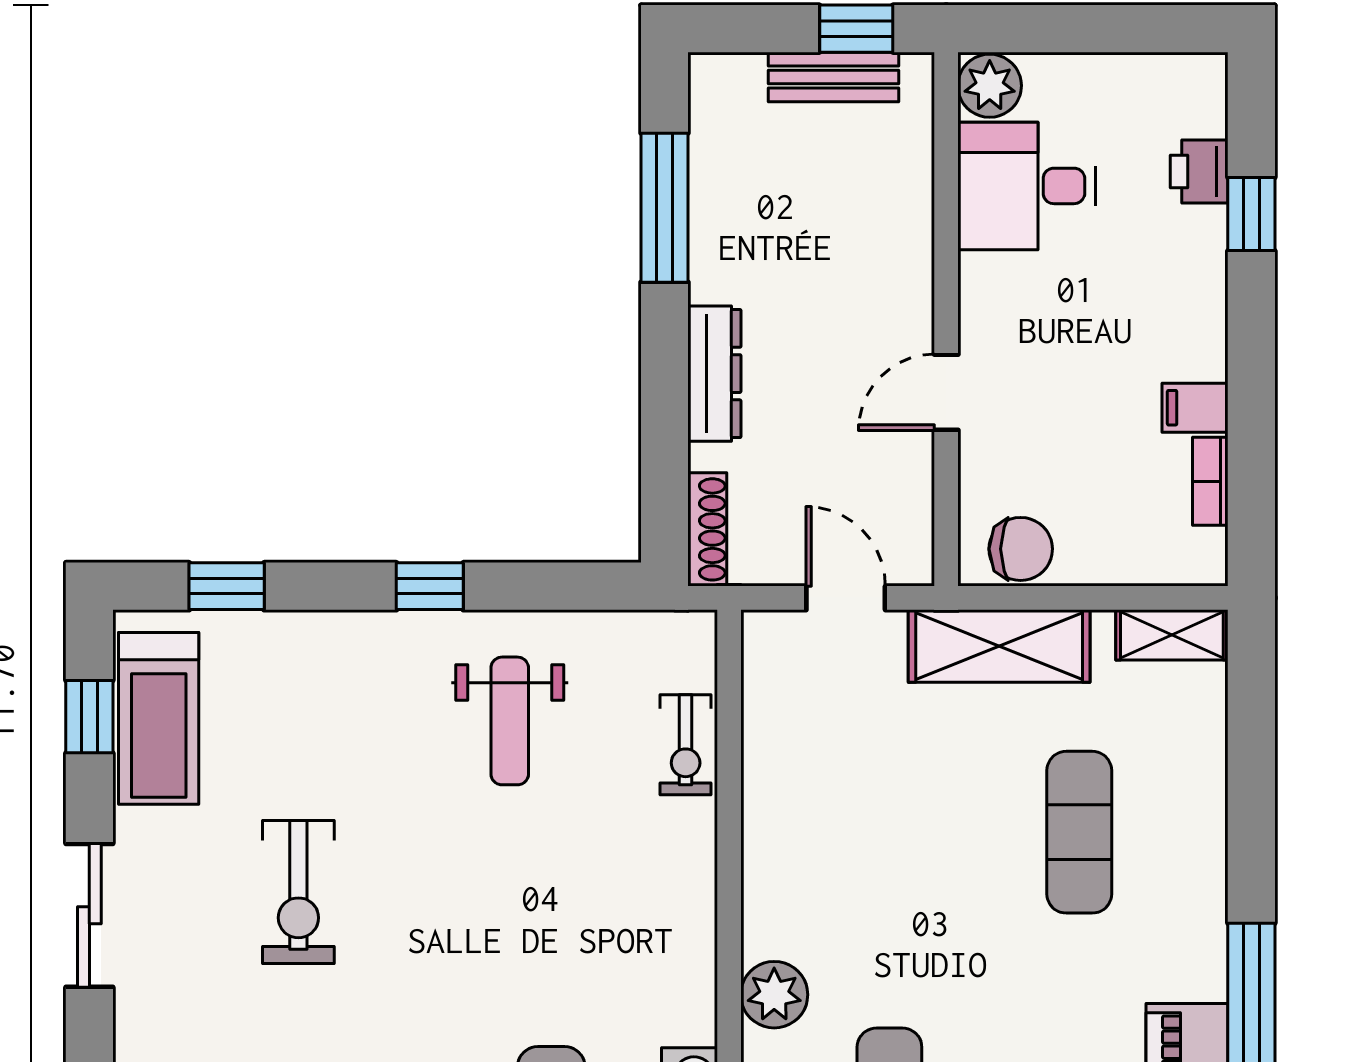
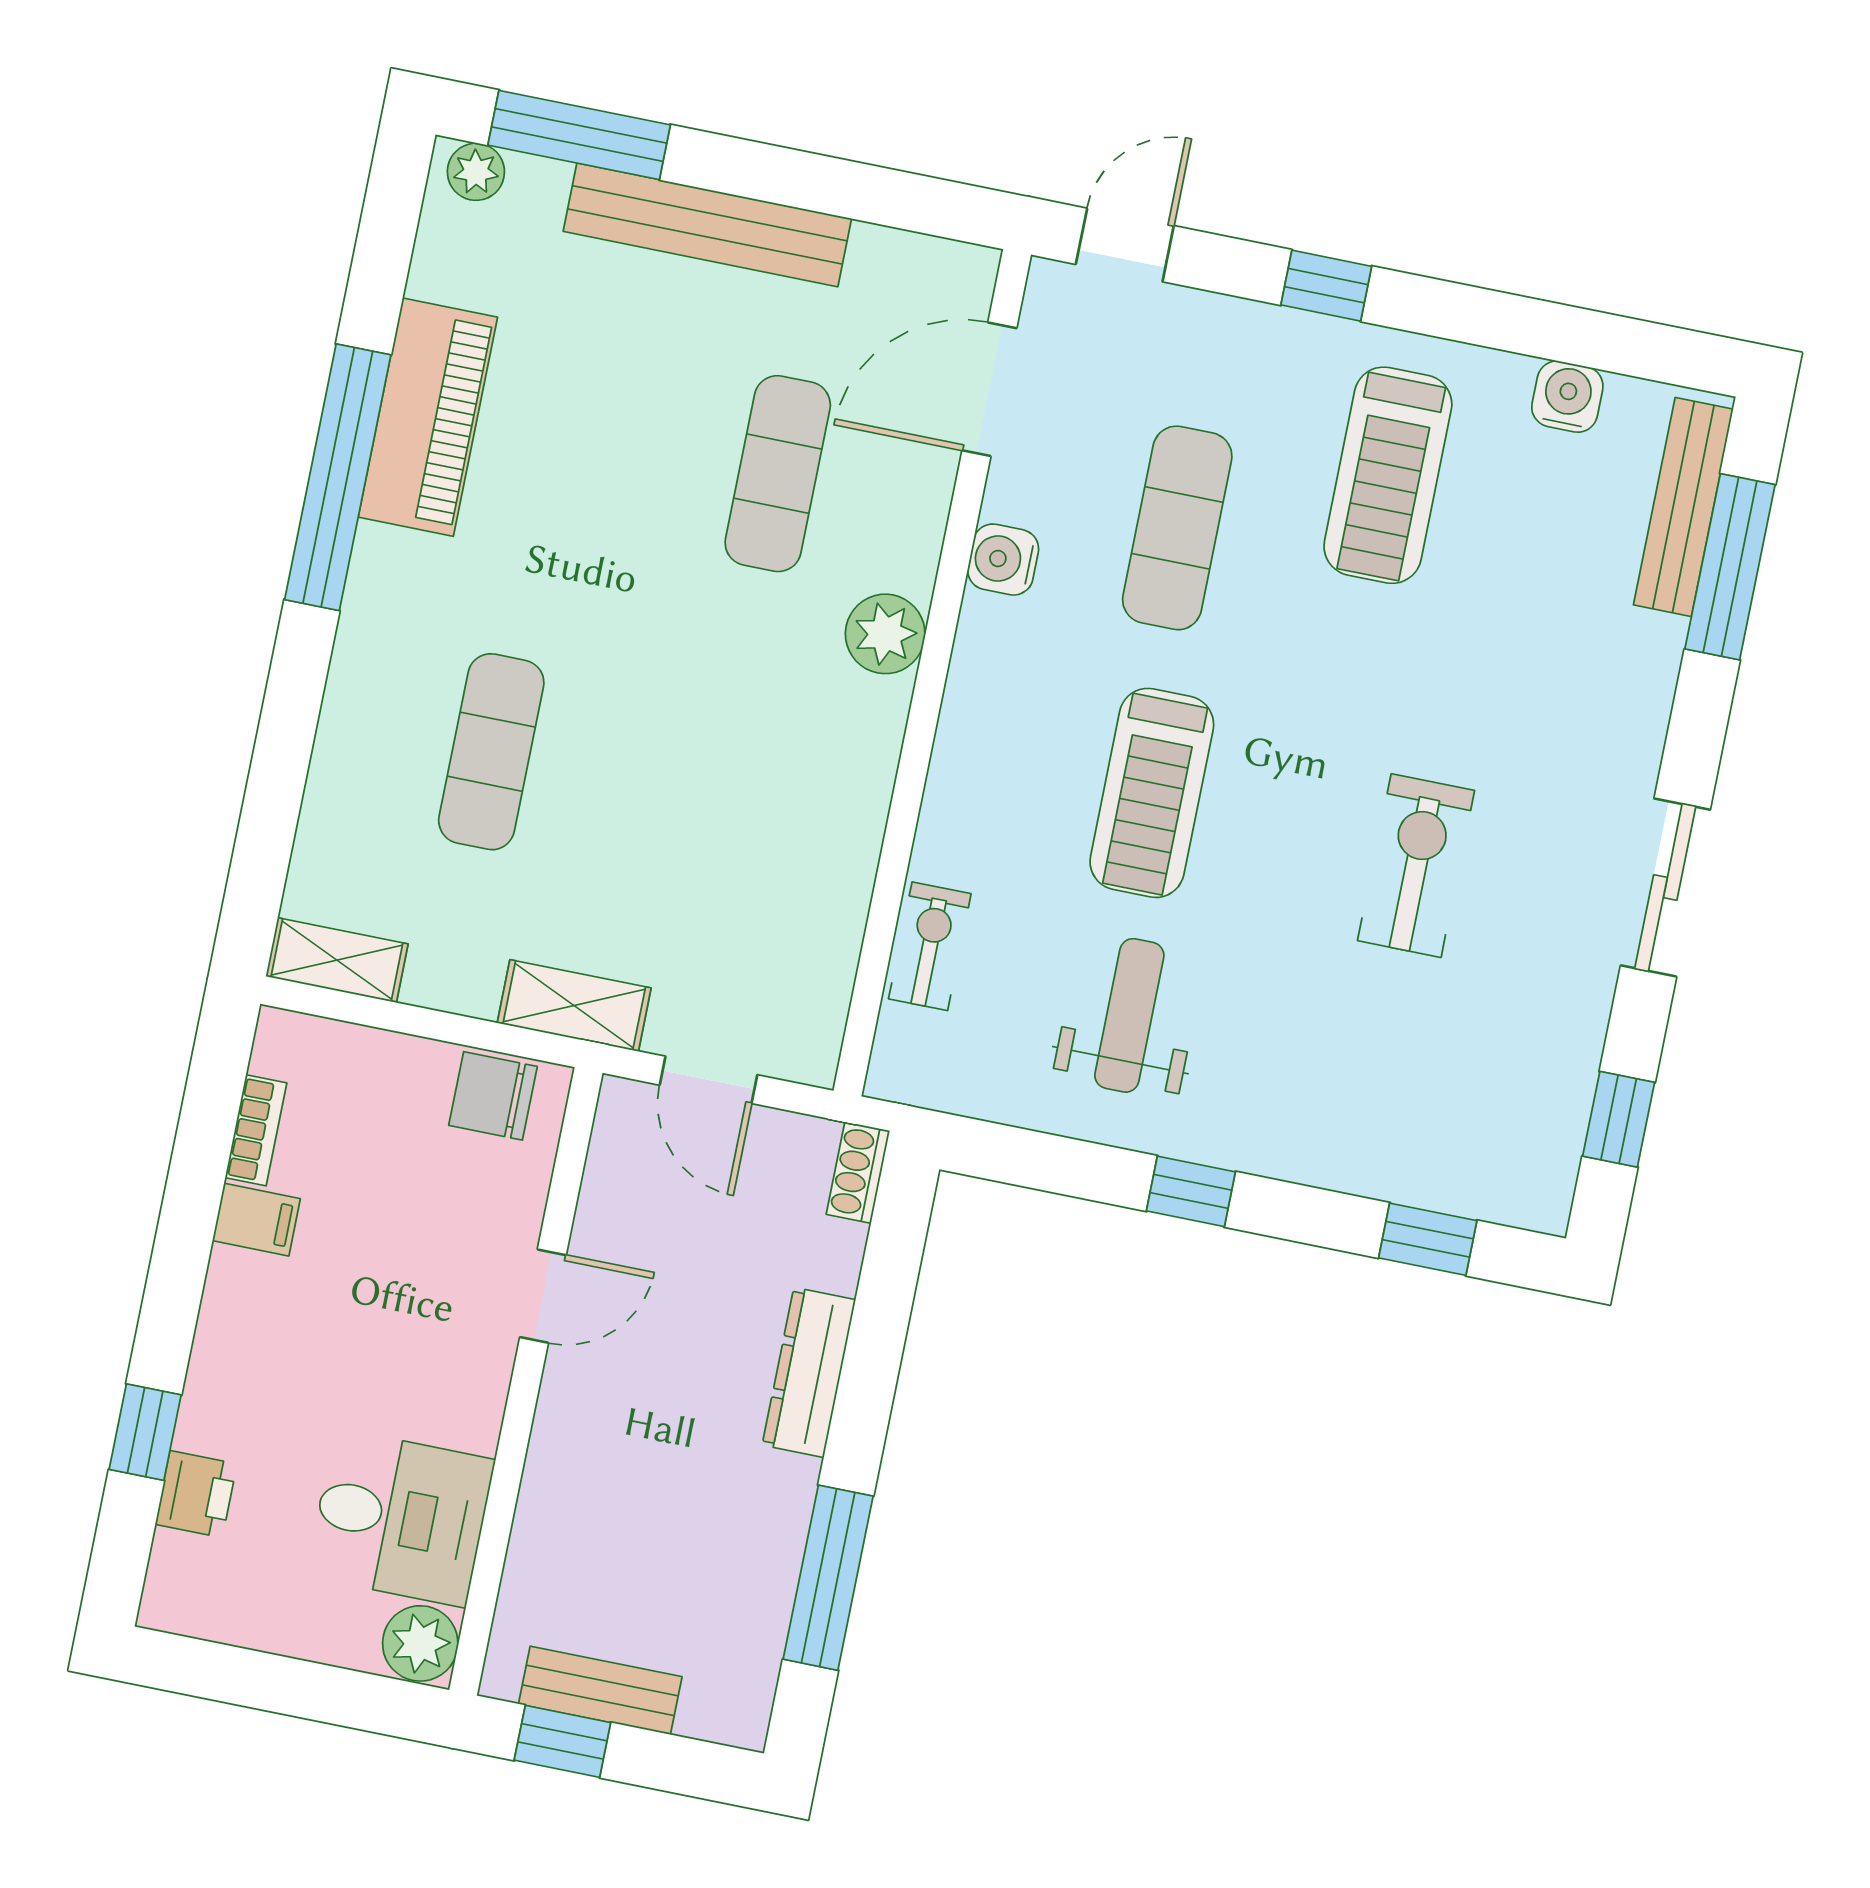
shoe rack: (707, 529) -> (858, 1172), width x0.70
shelving: (999, 646) -> (574, 1006), width x0.67, depth x0.75
treadmill: (159, 718) -> (1152, 793), moved, turned 180

